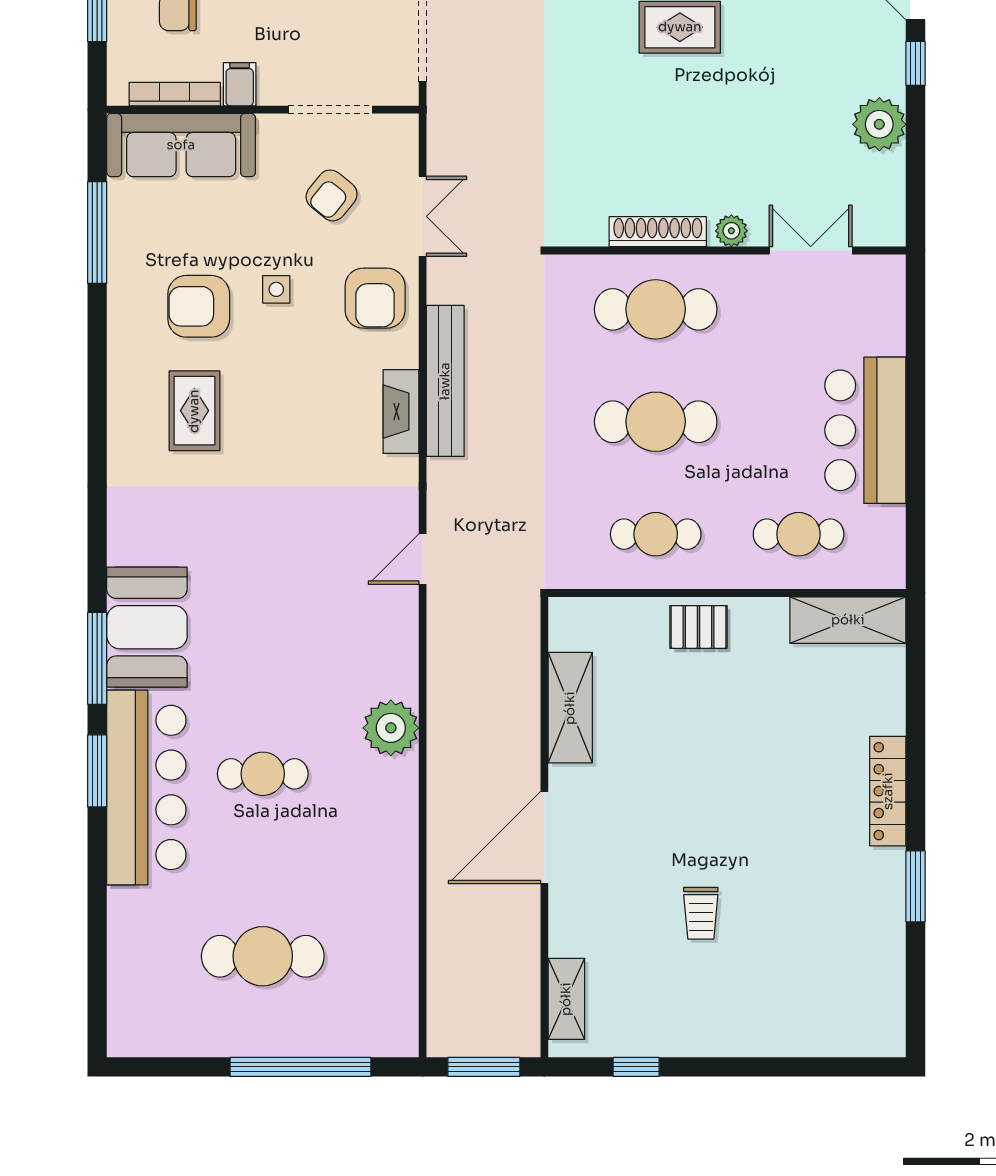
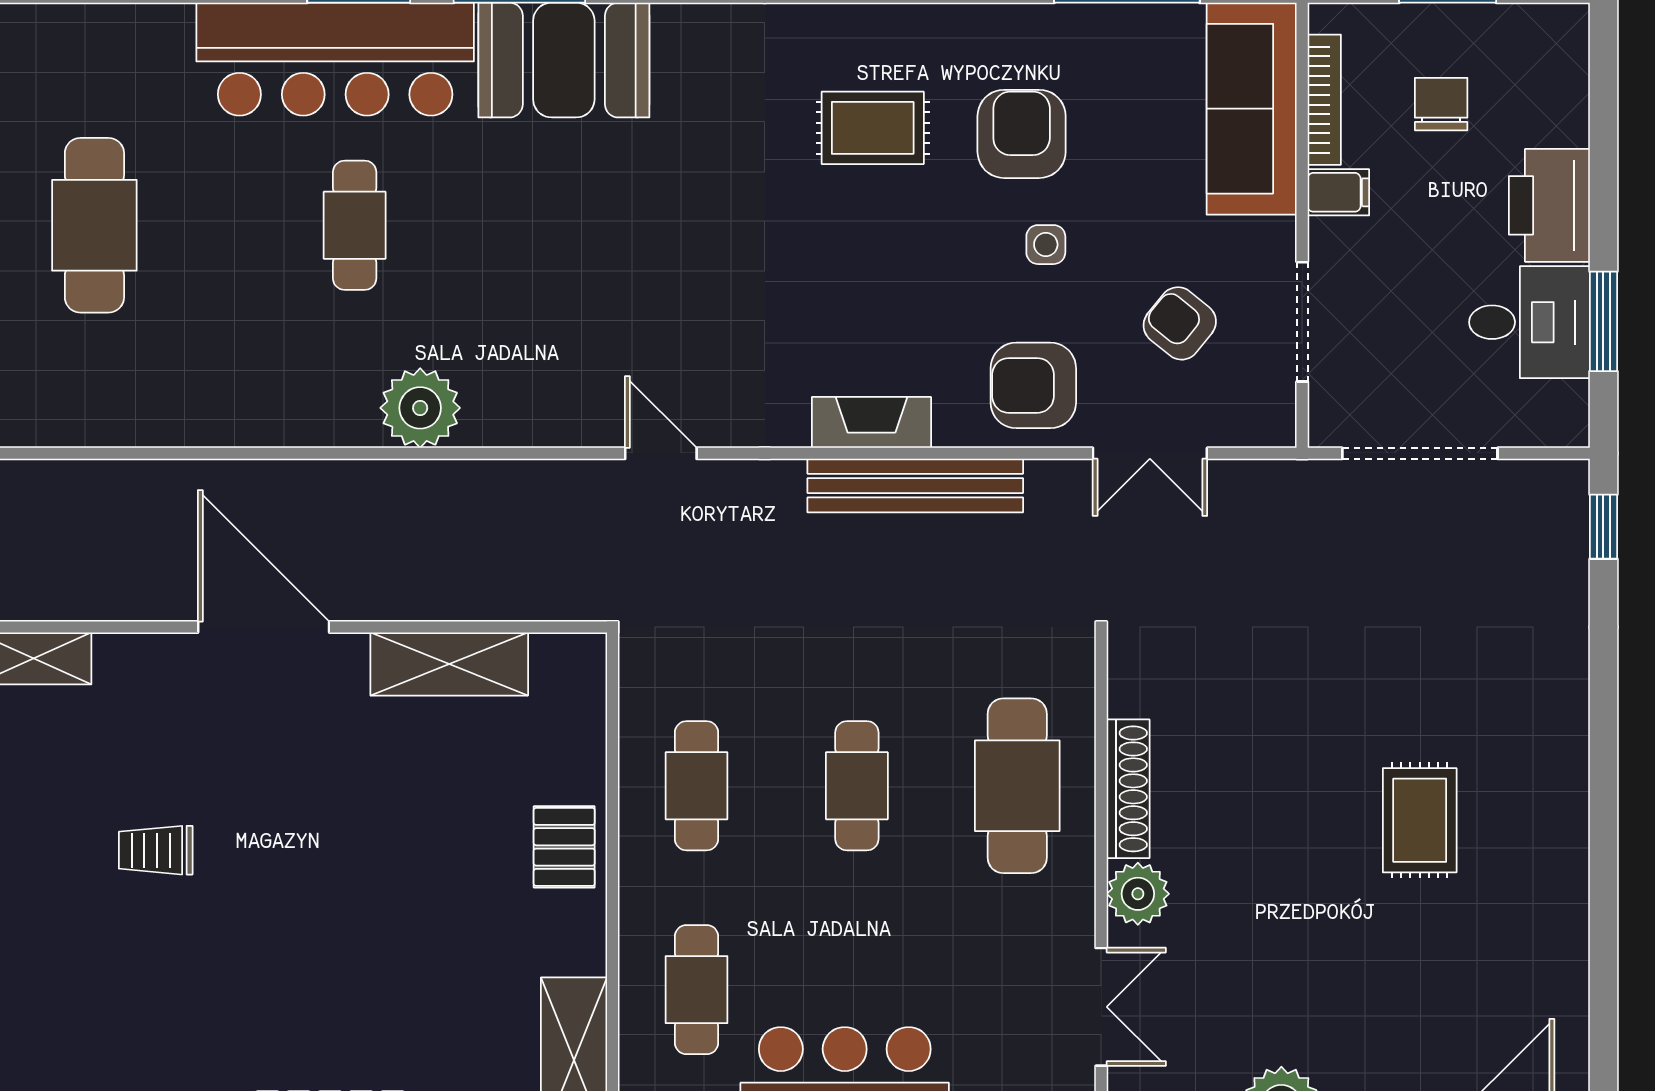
plant: (731, 231) -> (1138, 894), width x1.38, depth x1.38
cafe table: (656, 422) -> (857, 786), width x0.73, depth x0.74

